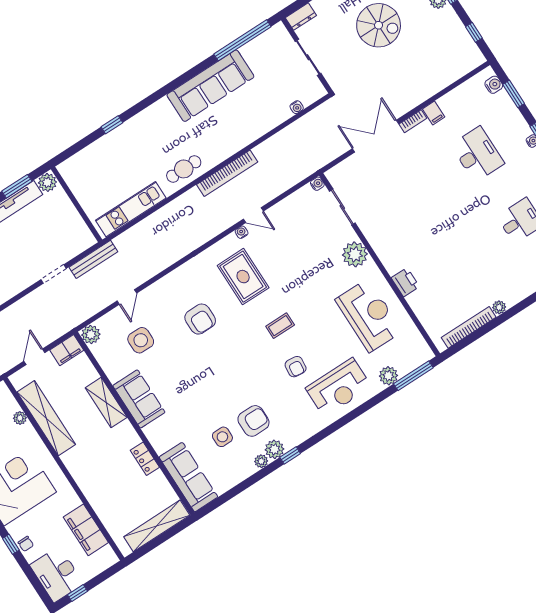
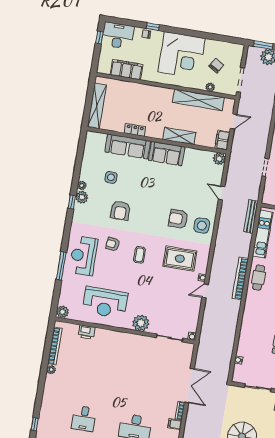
bookcase: (227, 173) -> (240, 278), moved
bench: (93, 259) -> (251, 216), moved
printer: (405, 282) -> (87, 332), moved
side table: (141, 340) -> (202, 226), moved
door: (34, 357) -> (234, 121), hinge flipped
plant: (388, 376) -> (63, 312), moved
window: (413, 376) -> (61, 266), moved
armchair: (253, 421) -> (120, 211), moved
sofa: (188, 477) -> (128, 146), moved

